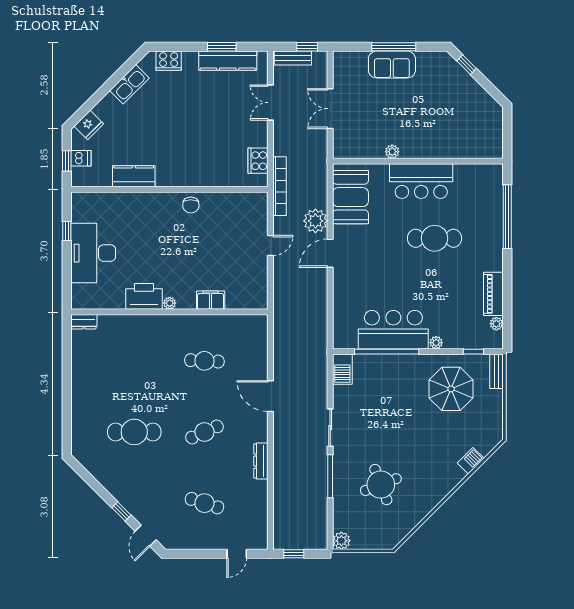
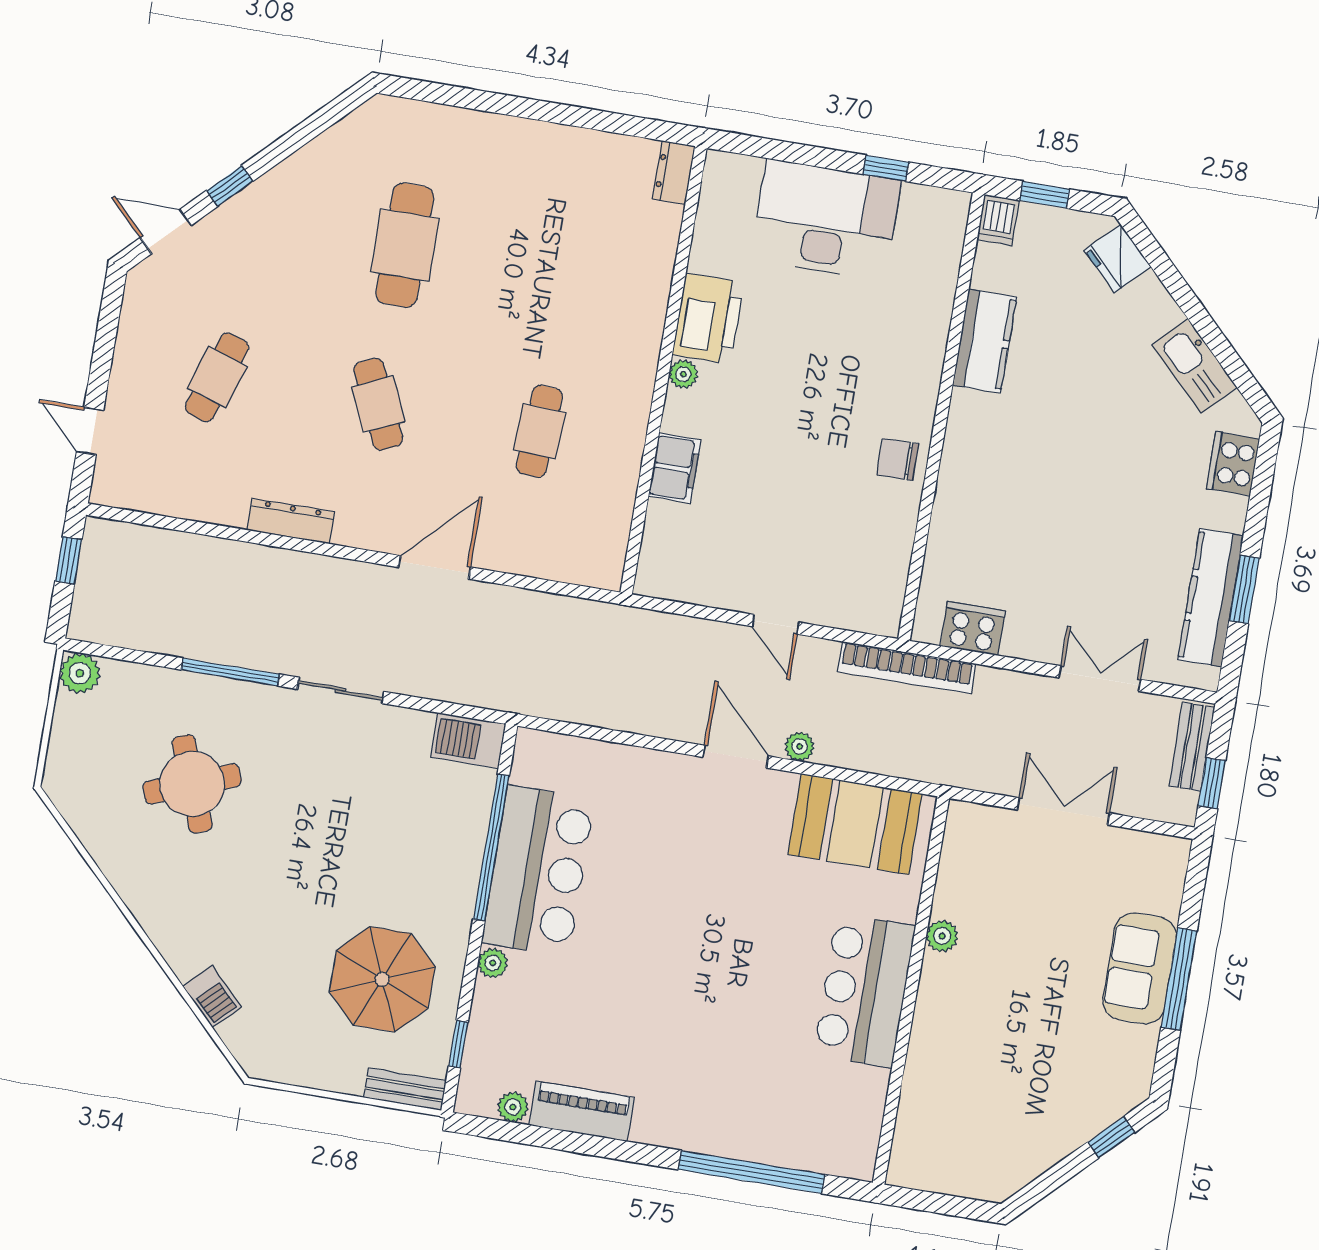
dishwasher: (81, 158) -> (998, 220), moved
plant: (315, 221) -> (800, 746), width x0.53, depth x0.53
cafe table: (435, 238) -> (730, 999), removed

